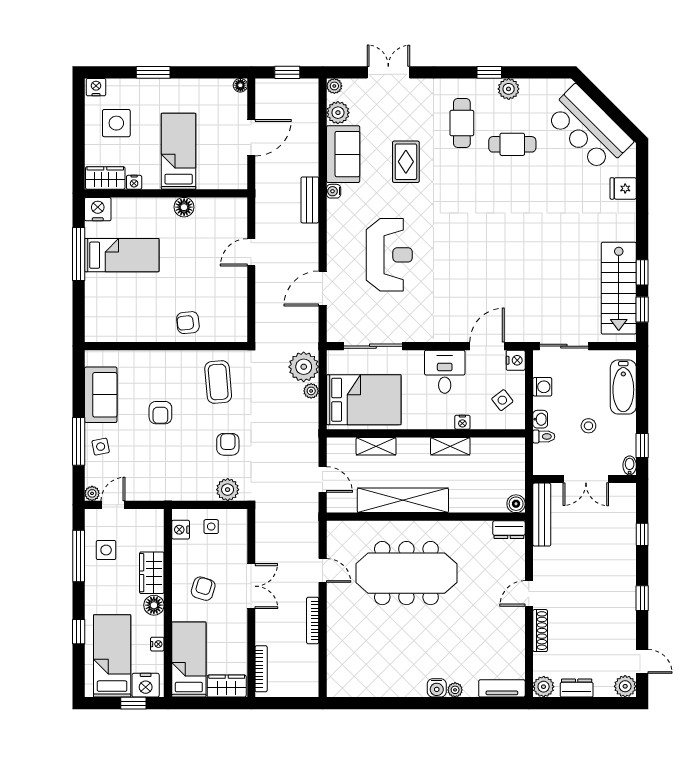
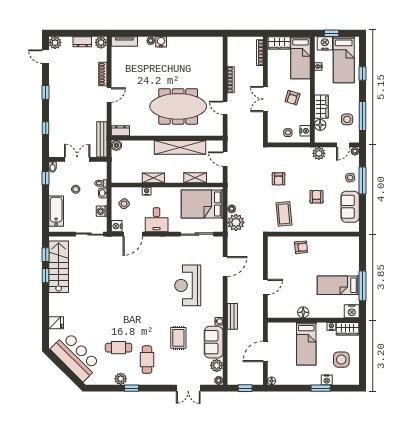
nightstand: (96, 87) -> (327, 380), moved
plant: (228, 490) -> (319, 153), moved
floor lamp: (154, 605) -> (320, 125), moved

